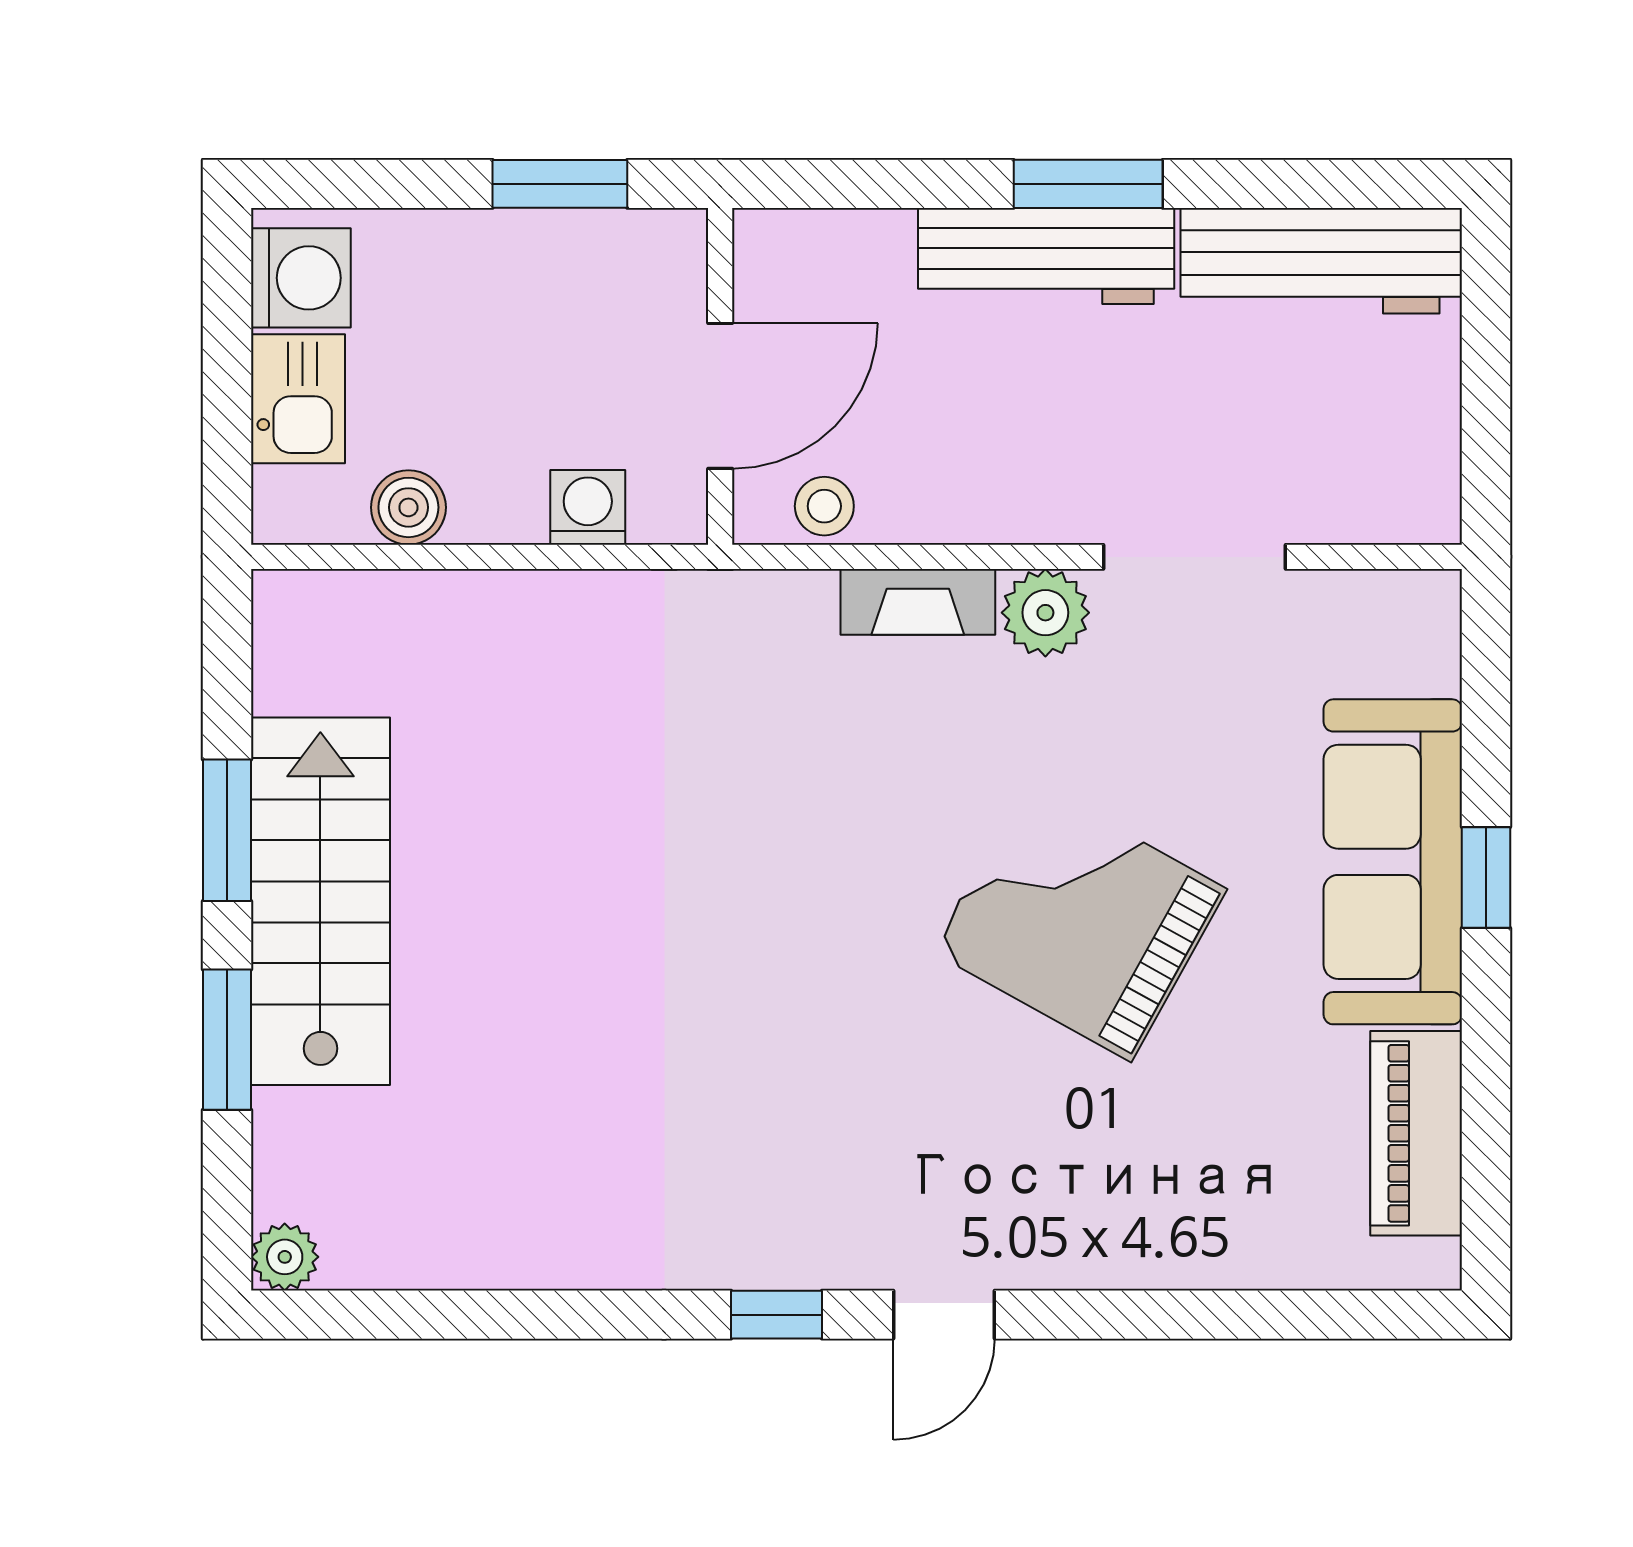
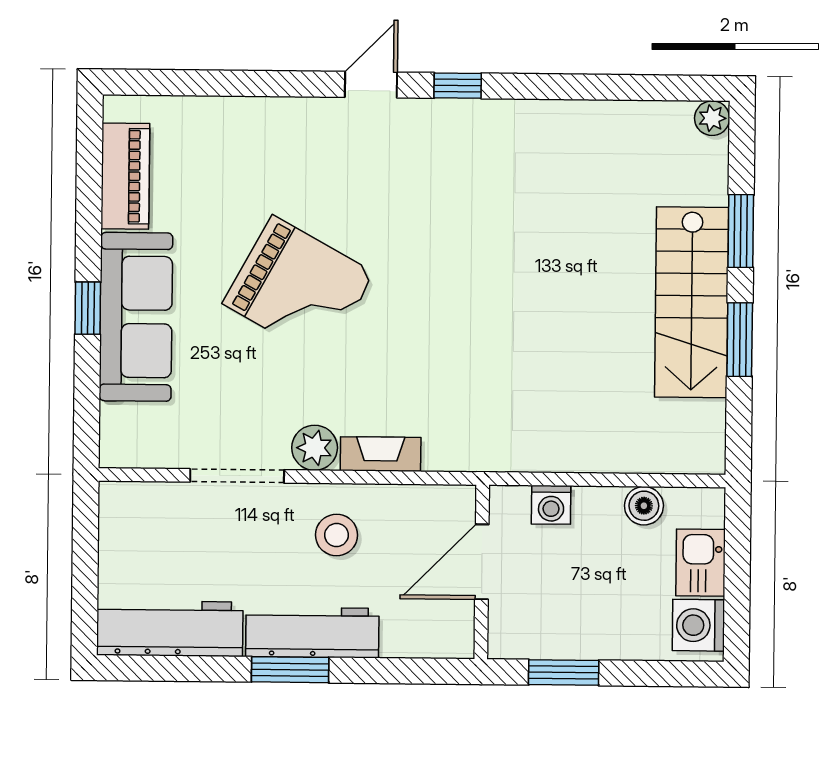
stool: (824, 506) -> (337, 535), moved, width x1.37, depth x1.37

